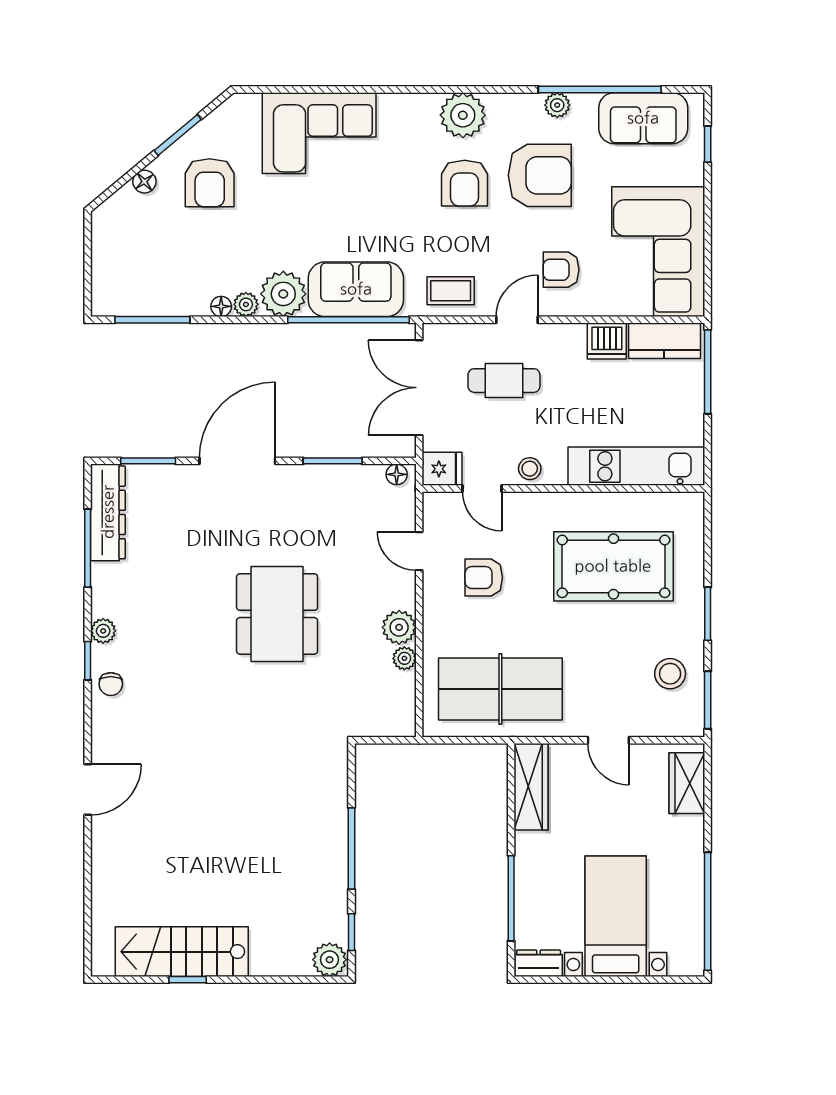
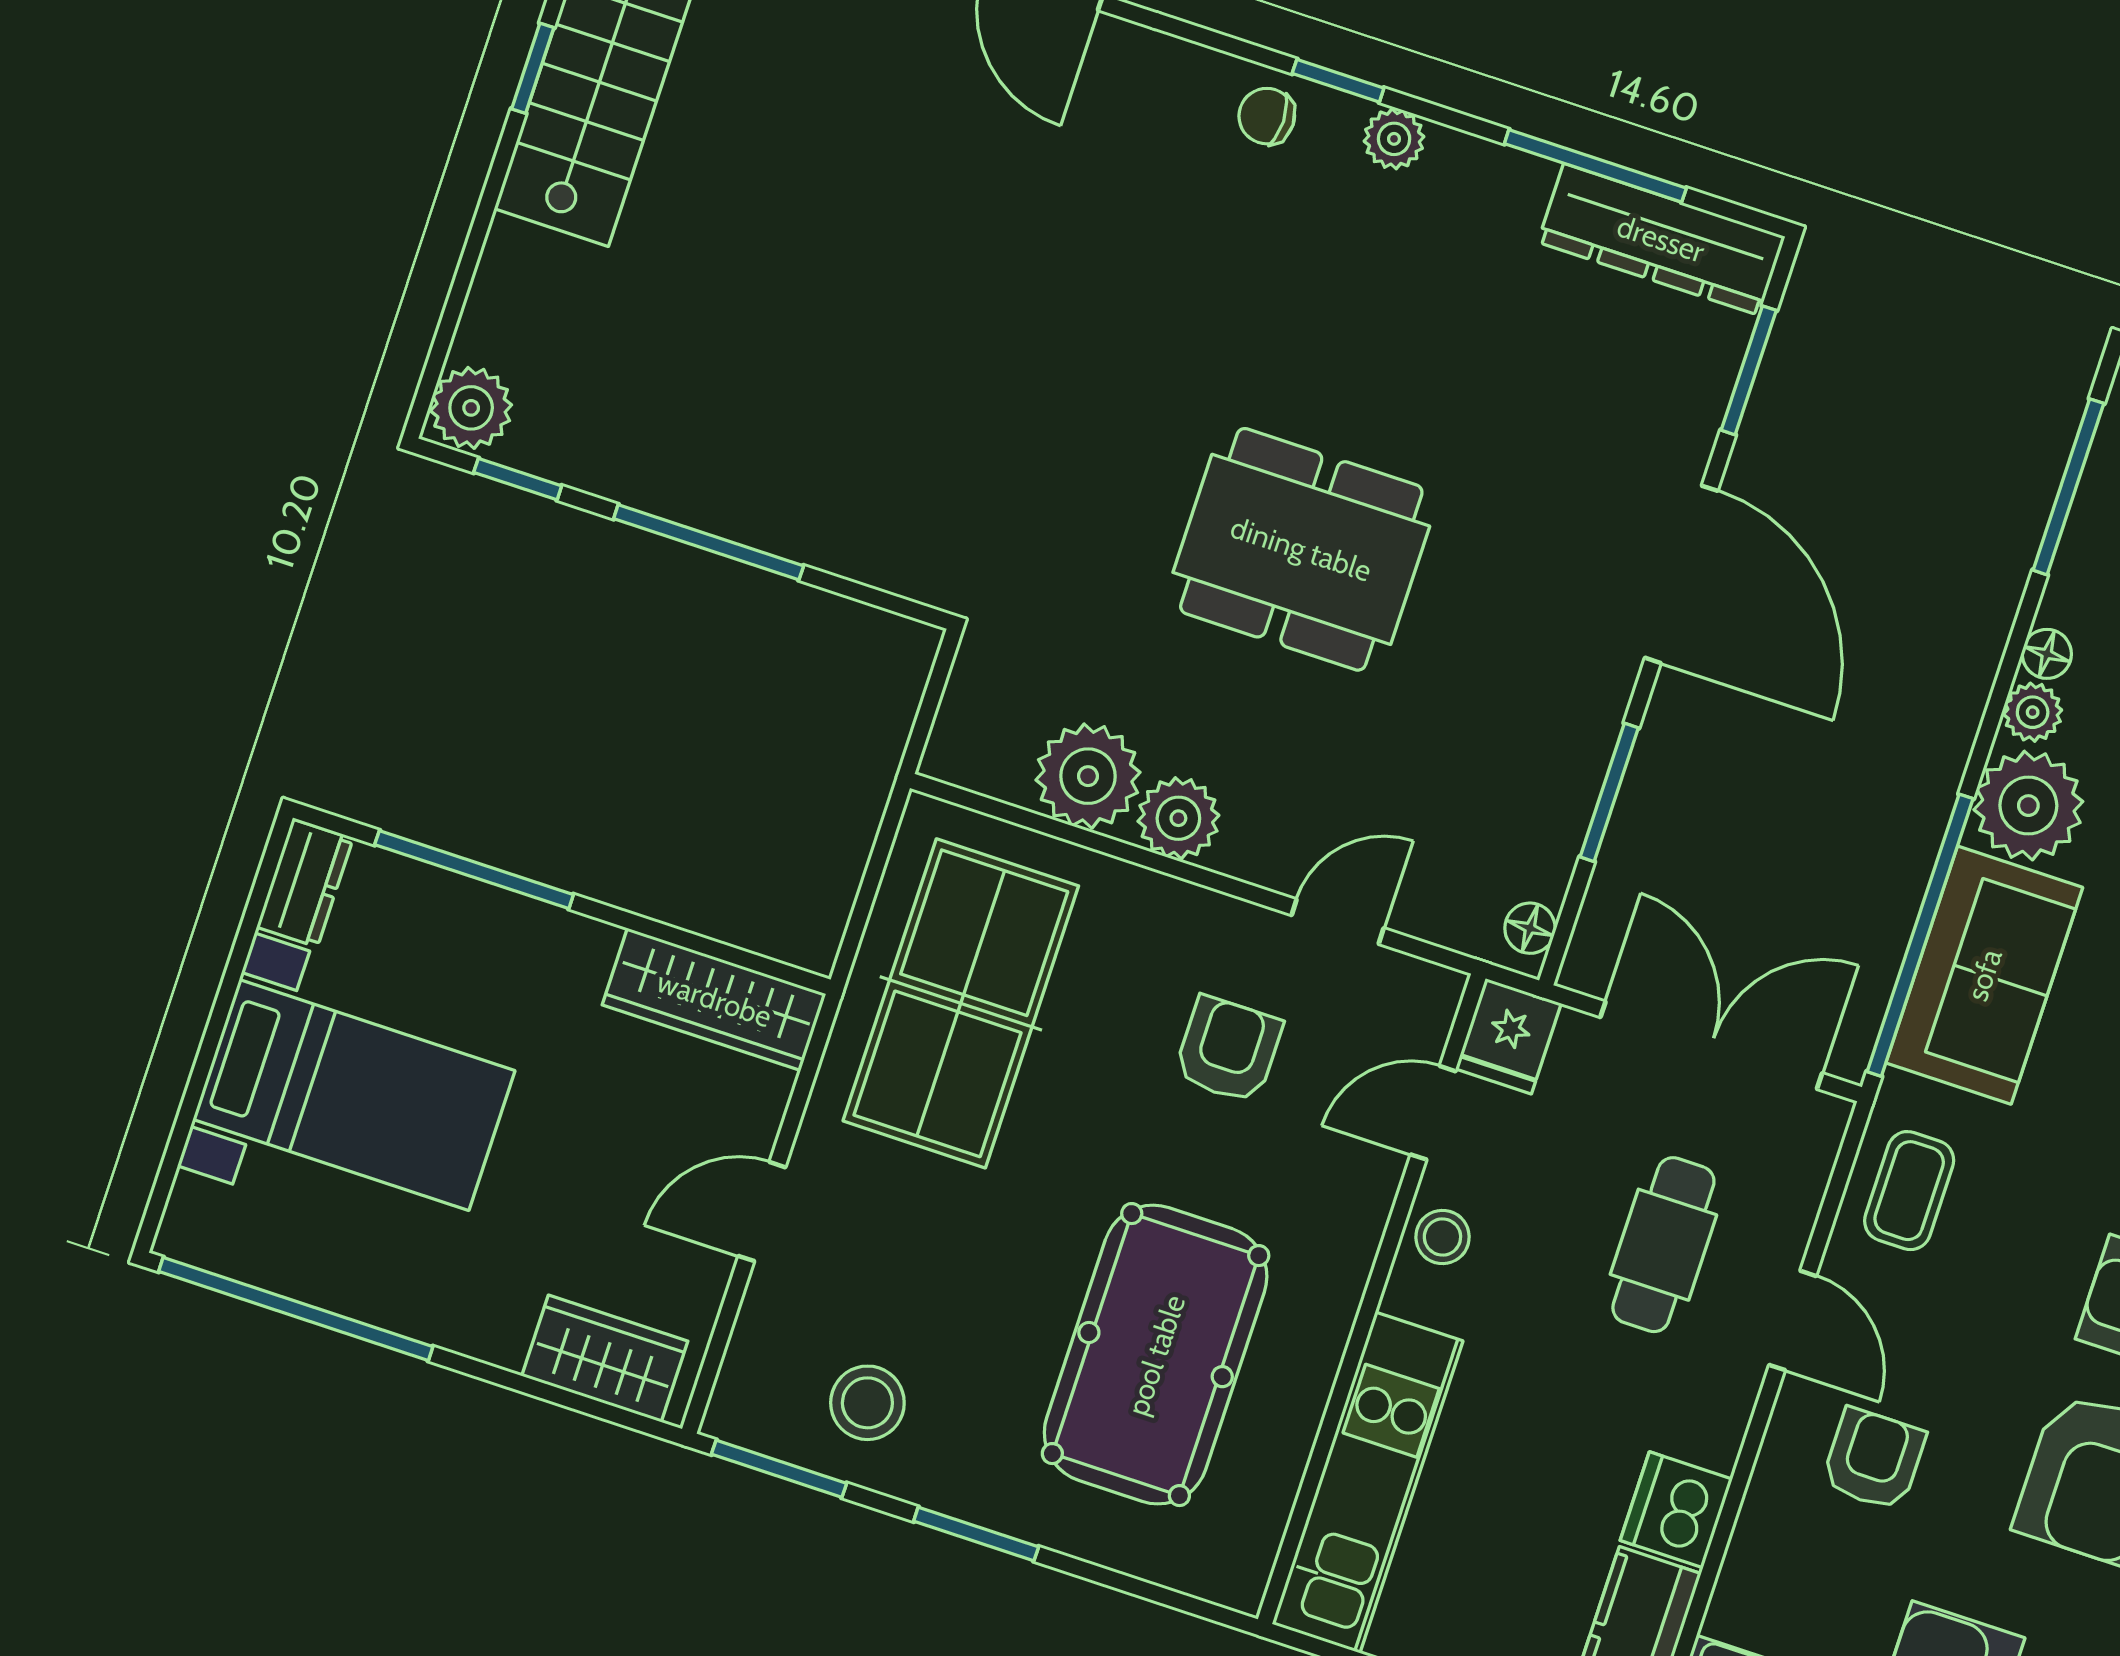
plant: (404, 658) -> (1088, 776), width x1.88, depth x1.88

